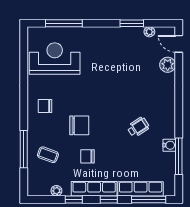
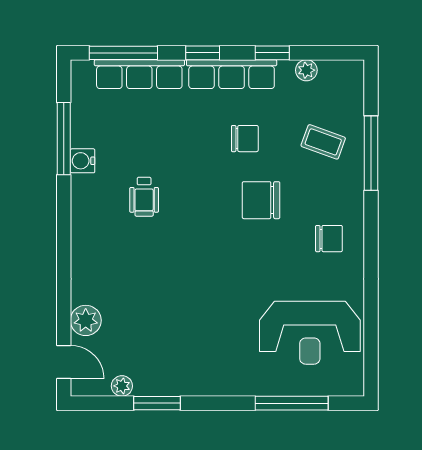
wheelchair: (138, 127) -> (144, 197), turned -57

